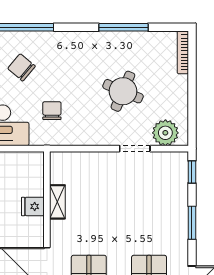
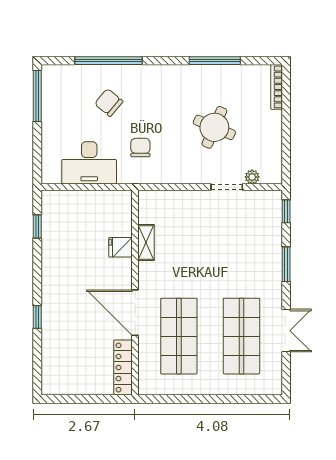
plant: (165, 133) -> (252, 177), width x0.53, depth x0.53

